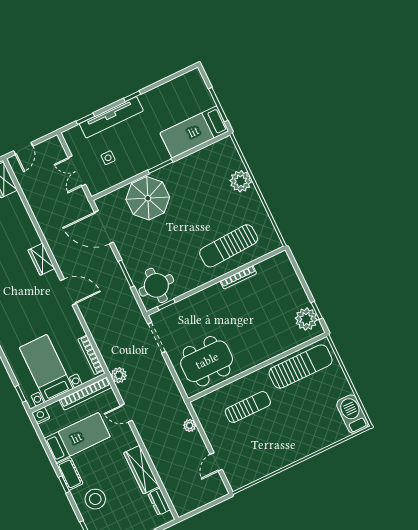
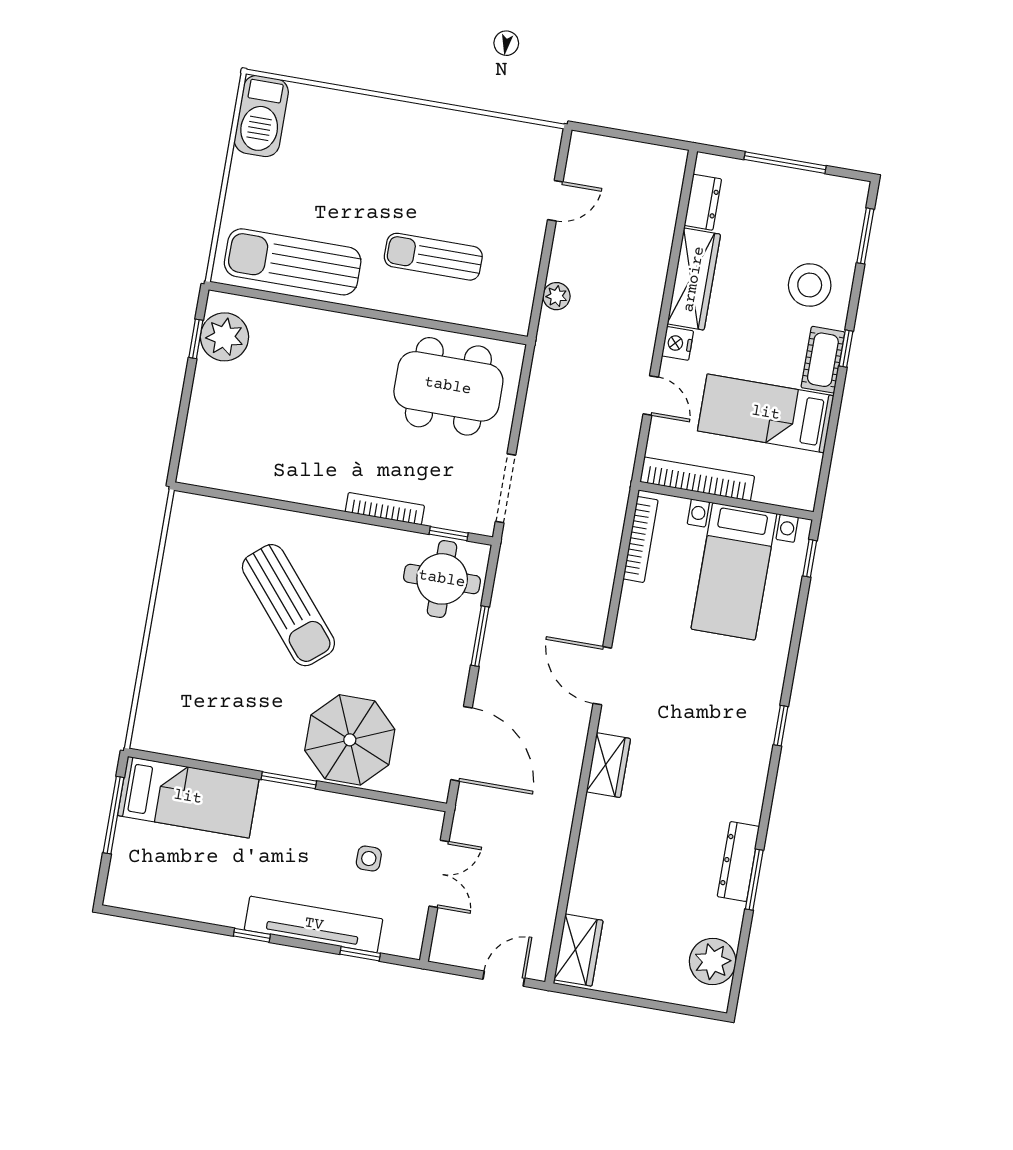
plant: (241, 181) -> (169, 655), removed
sun lounger: (229, 246) -> (288, 605), moved, turned 53
bookcase: (238, 277) -> (385, 509), moved
plant: (119, 375) -> (617, 470), removed
nightstand: (41, 416) -> (678, 343), moved, turned 90

